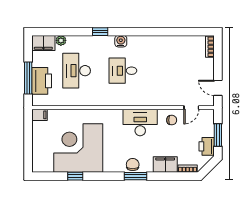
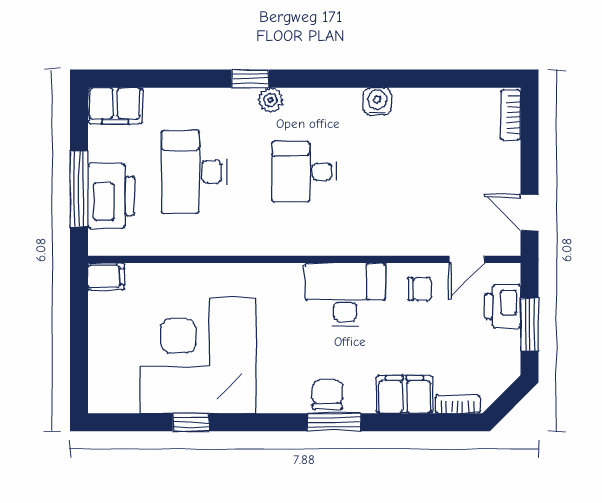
plant: (61, 40) -> (271, 100), moved
water cooler: (121, 41) -> (377, 102), moved
printer: (207, 146) -> (503, 306), moved

